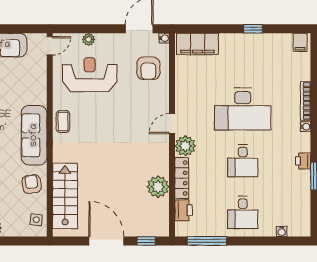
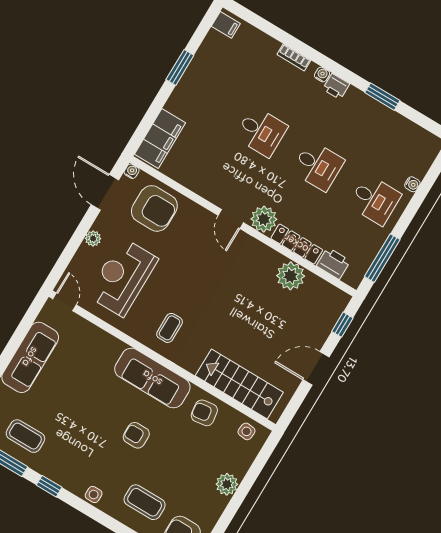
window: (253, 29) -> (180, 67), width x1.50
plant: (89, 39) -> (93, 238), moved
armchair: (148, 68) -> (154, 208), width x1.36, depth x1.36
bookcase: (306, 101) -> (294, 57), width x0.64
desk: (243, 109) -> (261, 132), width x0.53, depth x0.77
coffee table: (63, 122) -> (170, 328), moved, turned 90
printer: (303, 161) -> (336, 86), moved
water cooler: (282, 231) -> (412, 184), moved
door: (106, 241) -> (316, 368), width x0.73

